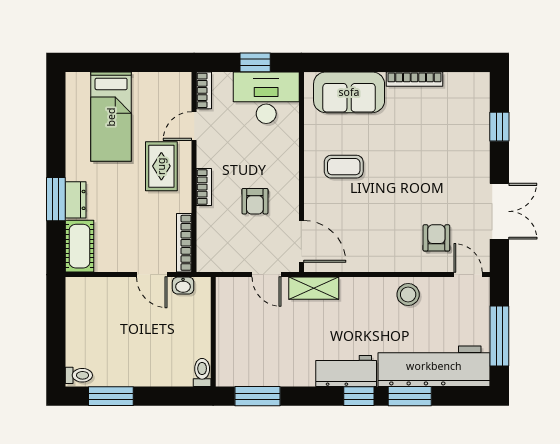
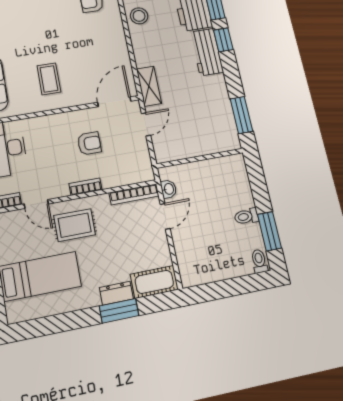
toilet: (202, 372) -> (246, 216), moved

